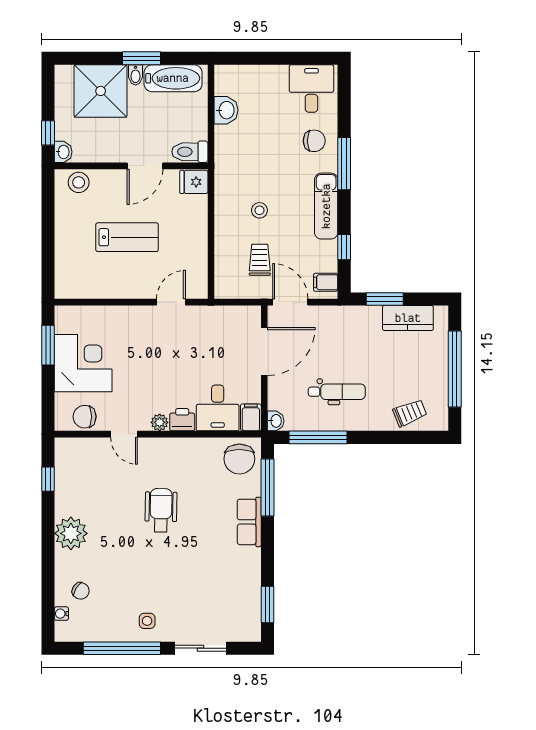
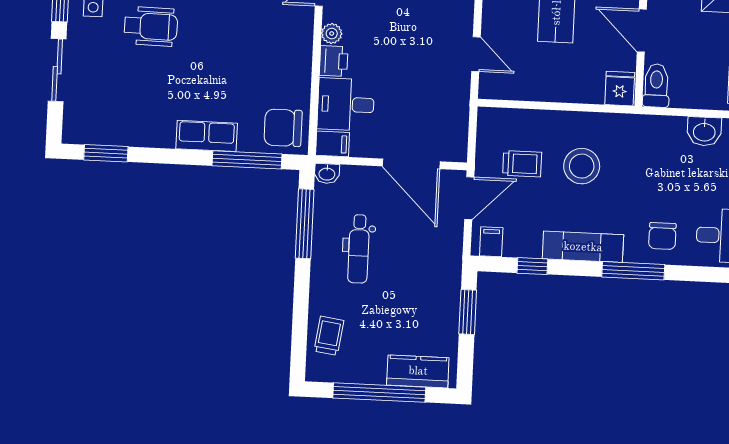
stool: (259, 210) -> (582, 166), width x1.89, depth x1.89
kitchen counter: (408, 318) -> (418, 371), moved, turned 90
trolley: (410, 413) -> (329, 336), turned -150
wheelchair: (161, 510) -> (151, 26), moved

